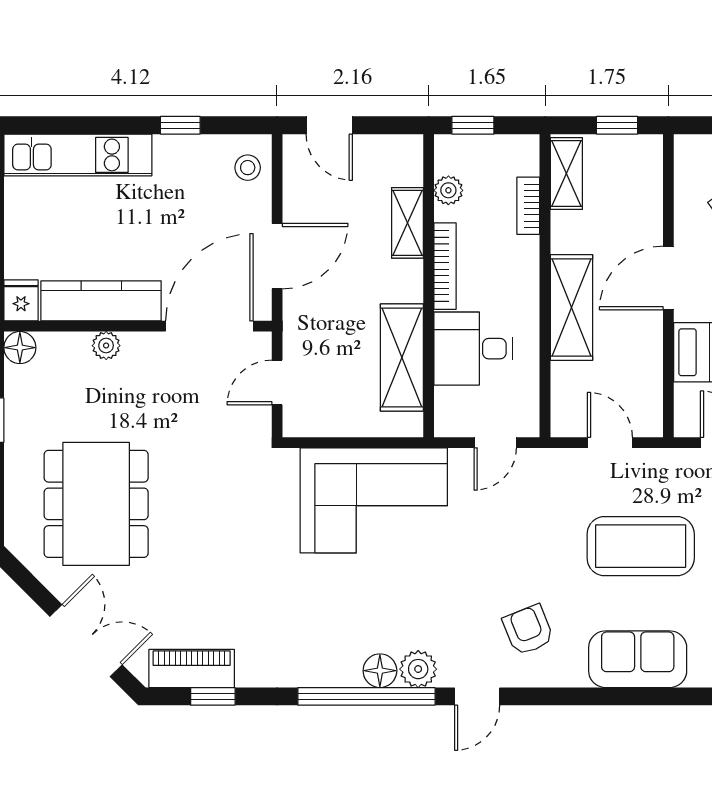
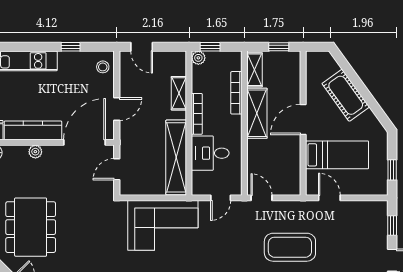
plant: (448, 190) -> (198, 58), moved
bookcase: (528, 206) -> (236, 93), width x1.56
door: (277, 256) -> (117, 109), width x0.73
shelving: (571, 307) -> (257, 113), moved
shelving: (402, 358) -> (176, 157), width x1.47
door: (610, 443) -> (262, 198), moved

